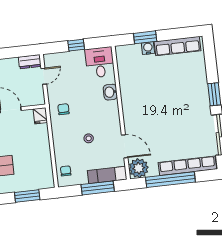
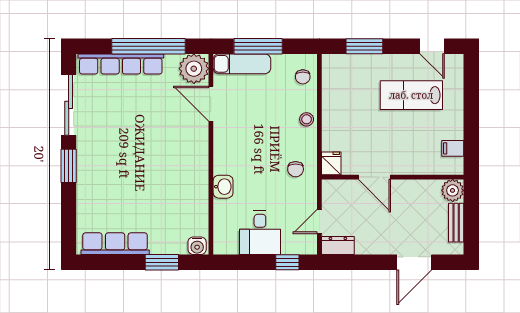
window: (76, 45) -> (287, 262), moved
water cooler: (148, 48) -> (197, 246), moved
desk: (100, 62) -> (260, 233), moved
stool: (89, 138) -> (307, 119), moved

